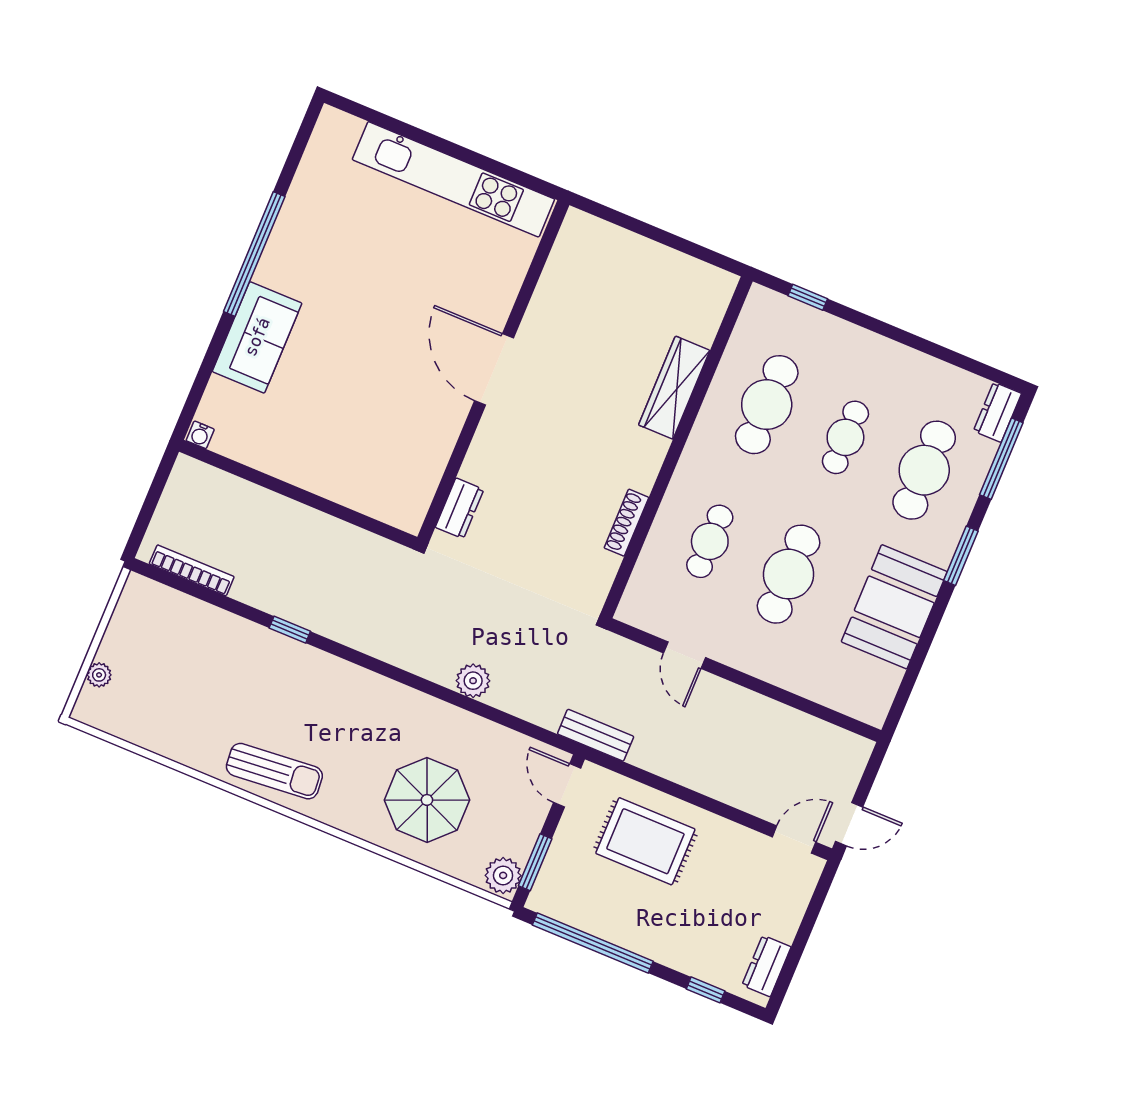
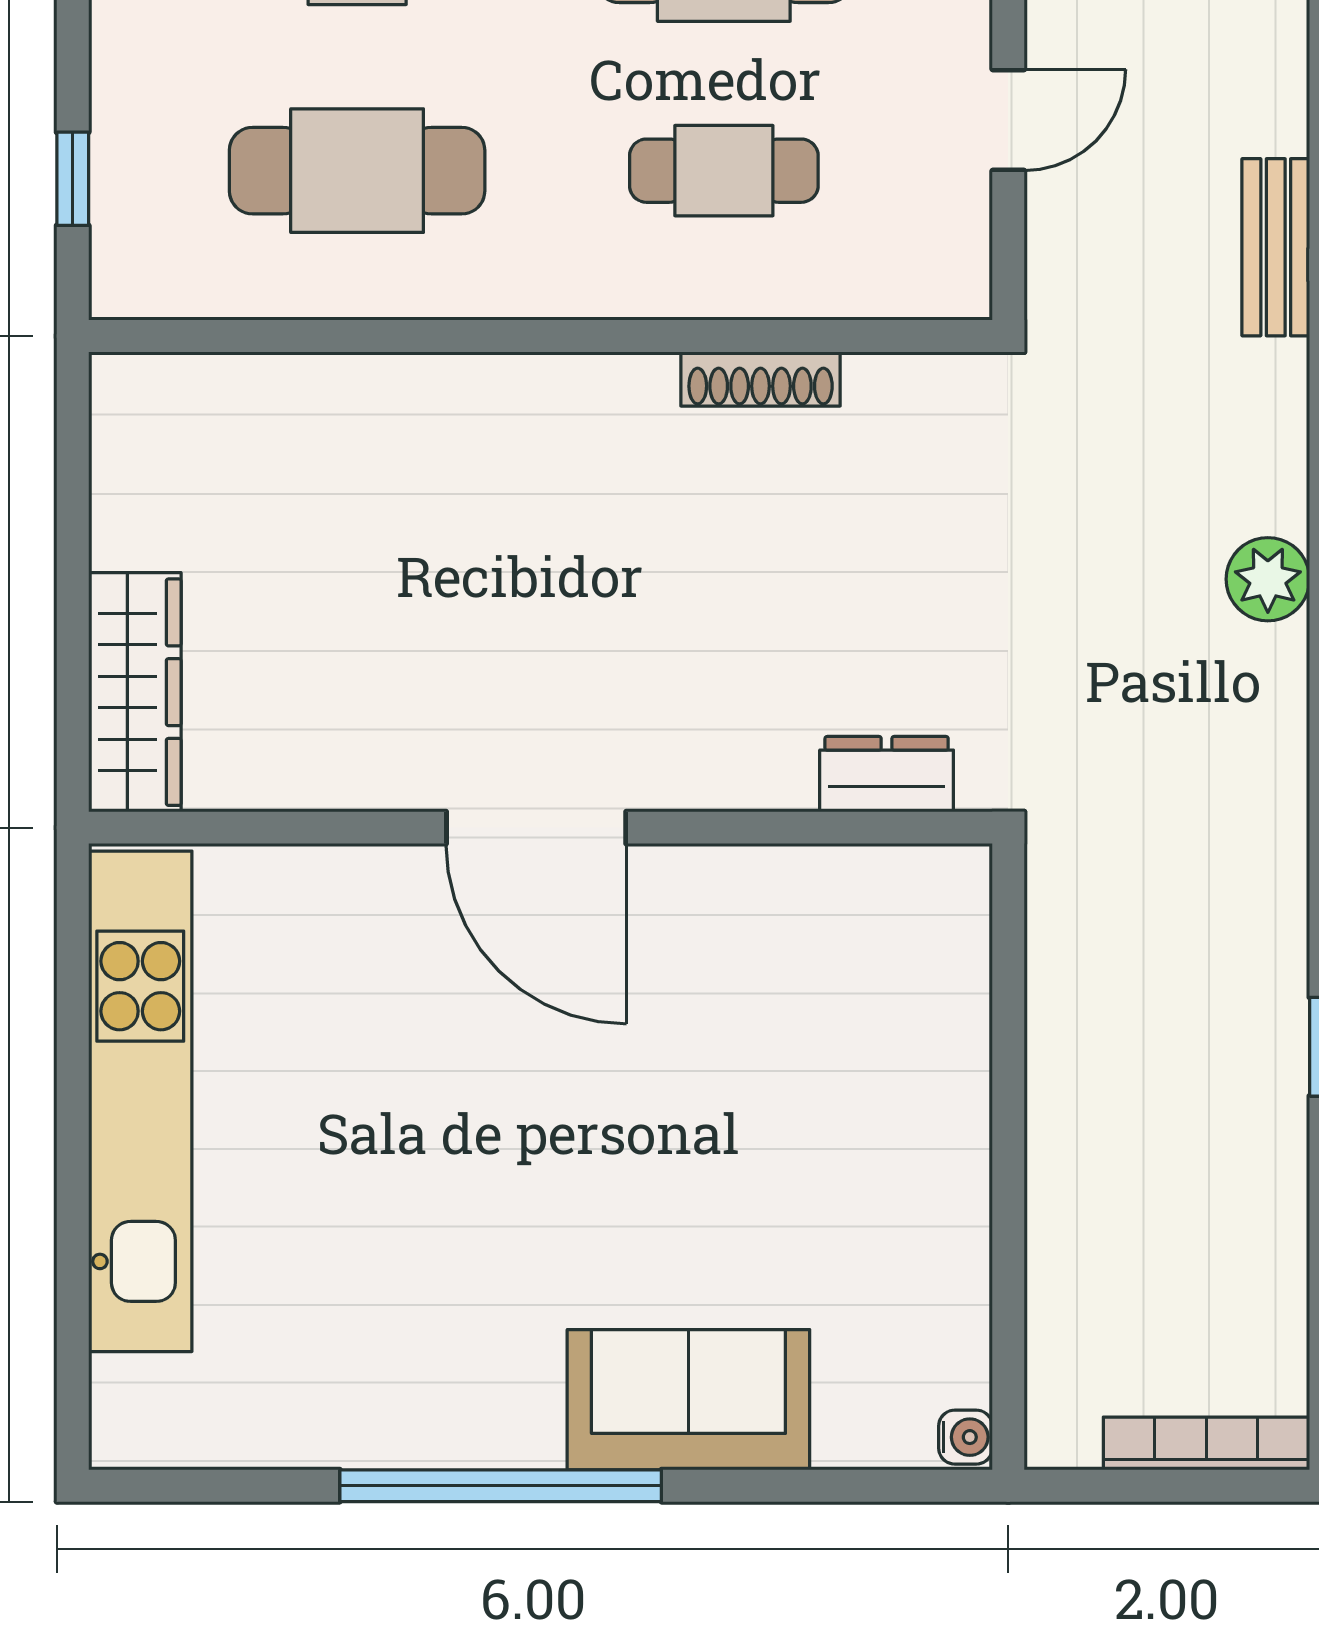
door: (494, 369) -> (536, 828), hinge flipped
wardrobe: (674, 388) -> (135, 692), moved, turned -90
bookcase: (192, 570) -> (1206, 1443), moved, turned 90

